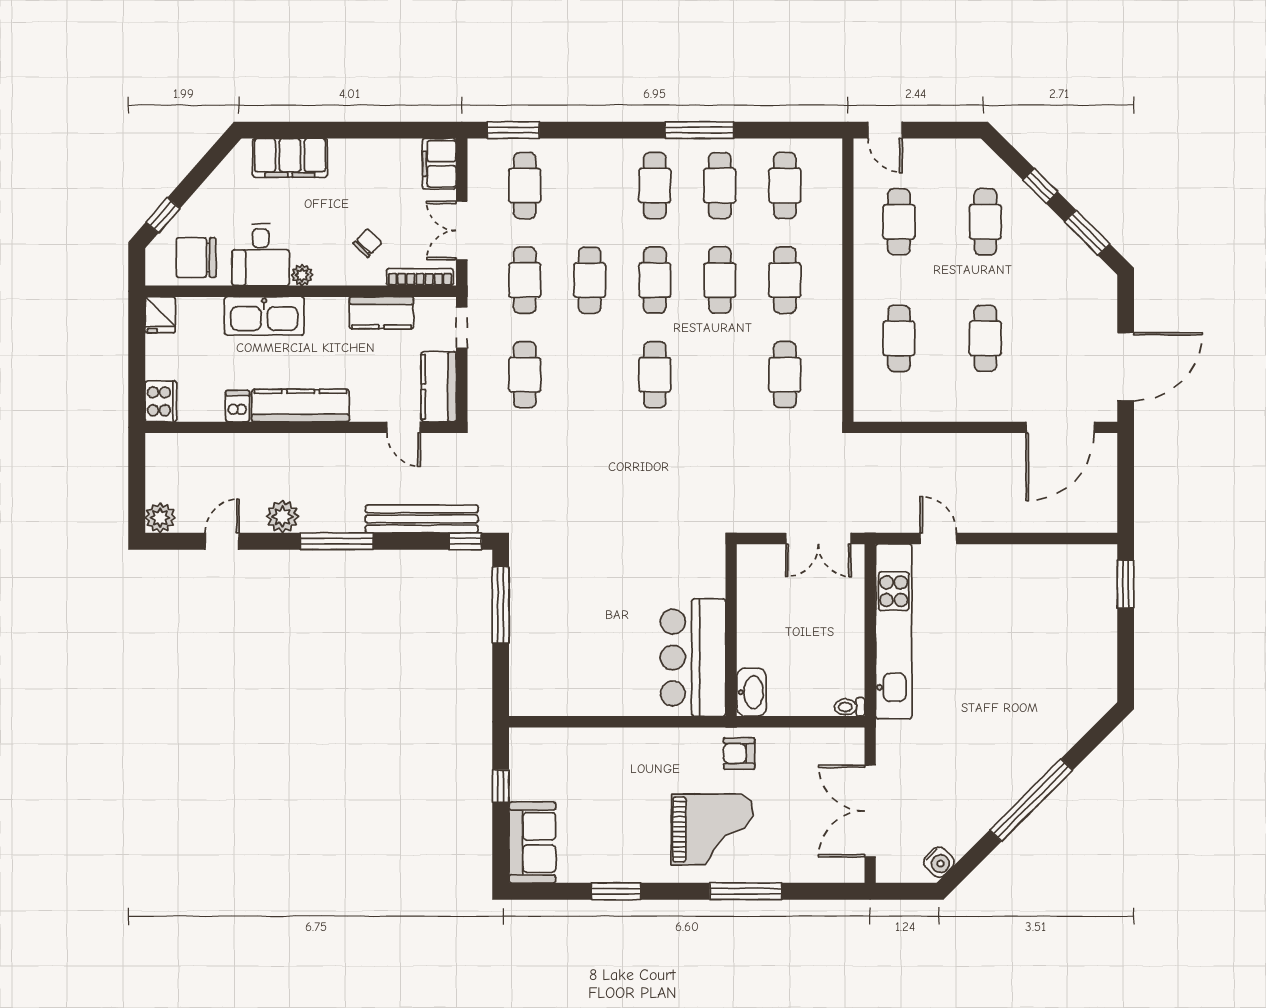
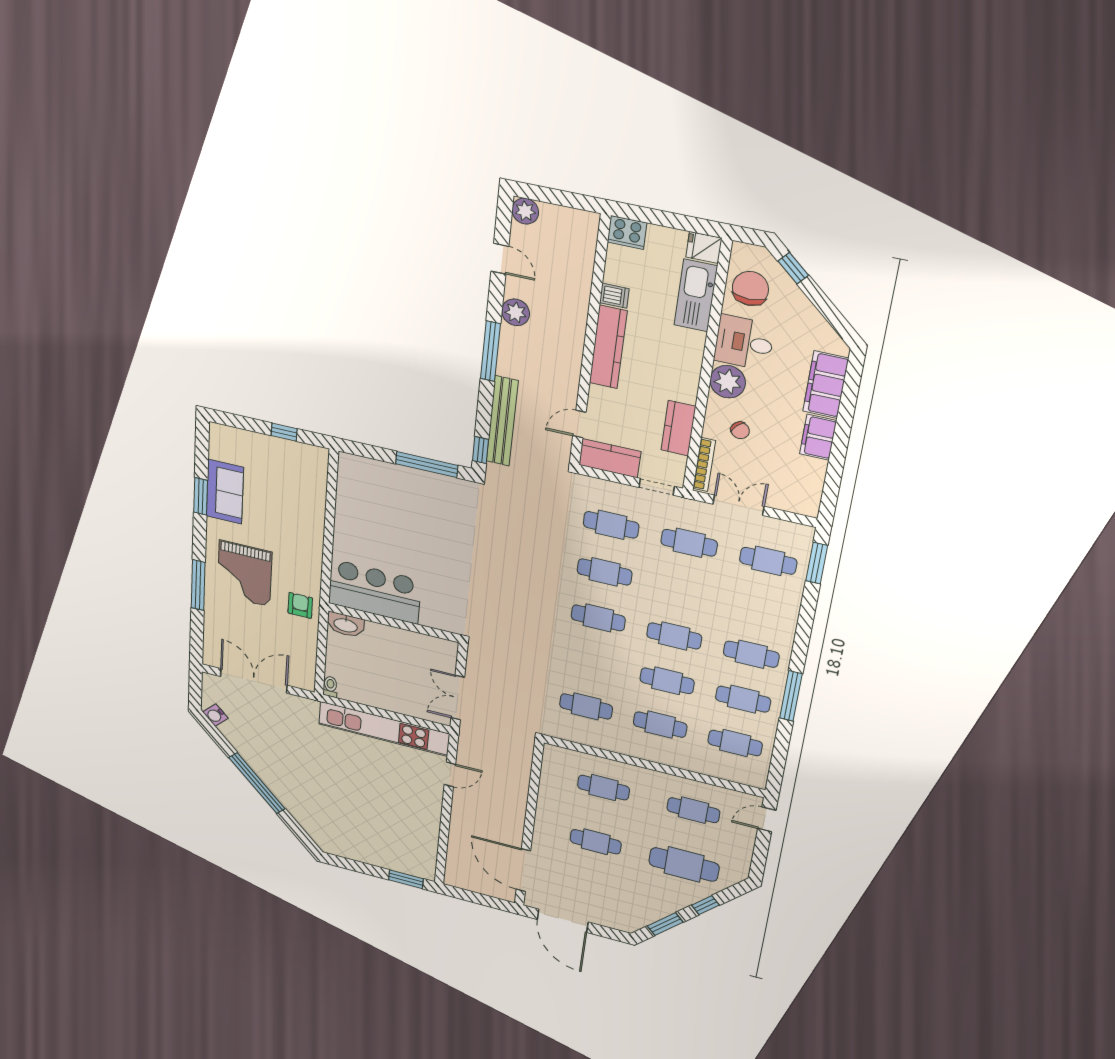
filing cabinet: (439, 164) -> (818, 437), moved, turned -90
cafe table: (985, 222) -> (684, 864), width x1.37, depth x1.35
plant: (302, 275) -> (728, 382), width x1.88, depth x1.88
cafe table: (590, 280) -> (605, 572), moved
kitchen sink: (264, 316) -> (696, 296), moved
sofa: (532, 842) -> (225, 492), moved, turned -90

